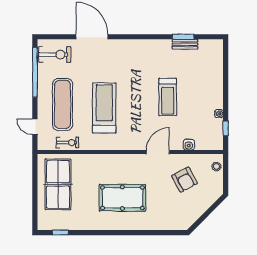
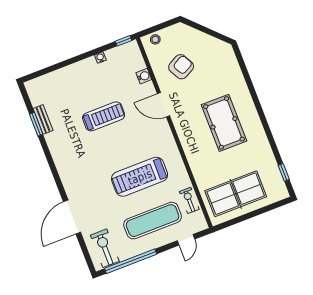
window: (226, 128) -> (124, 41), moved

